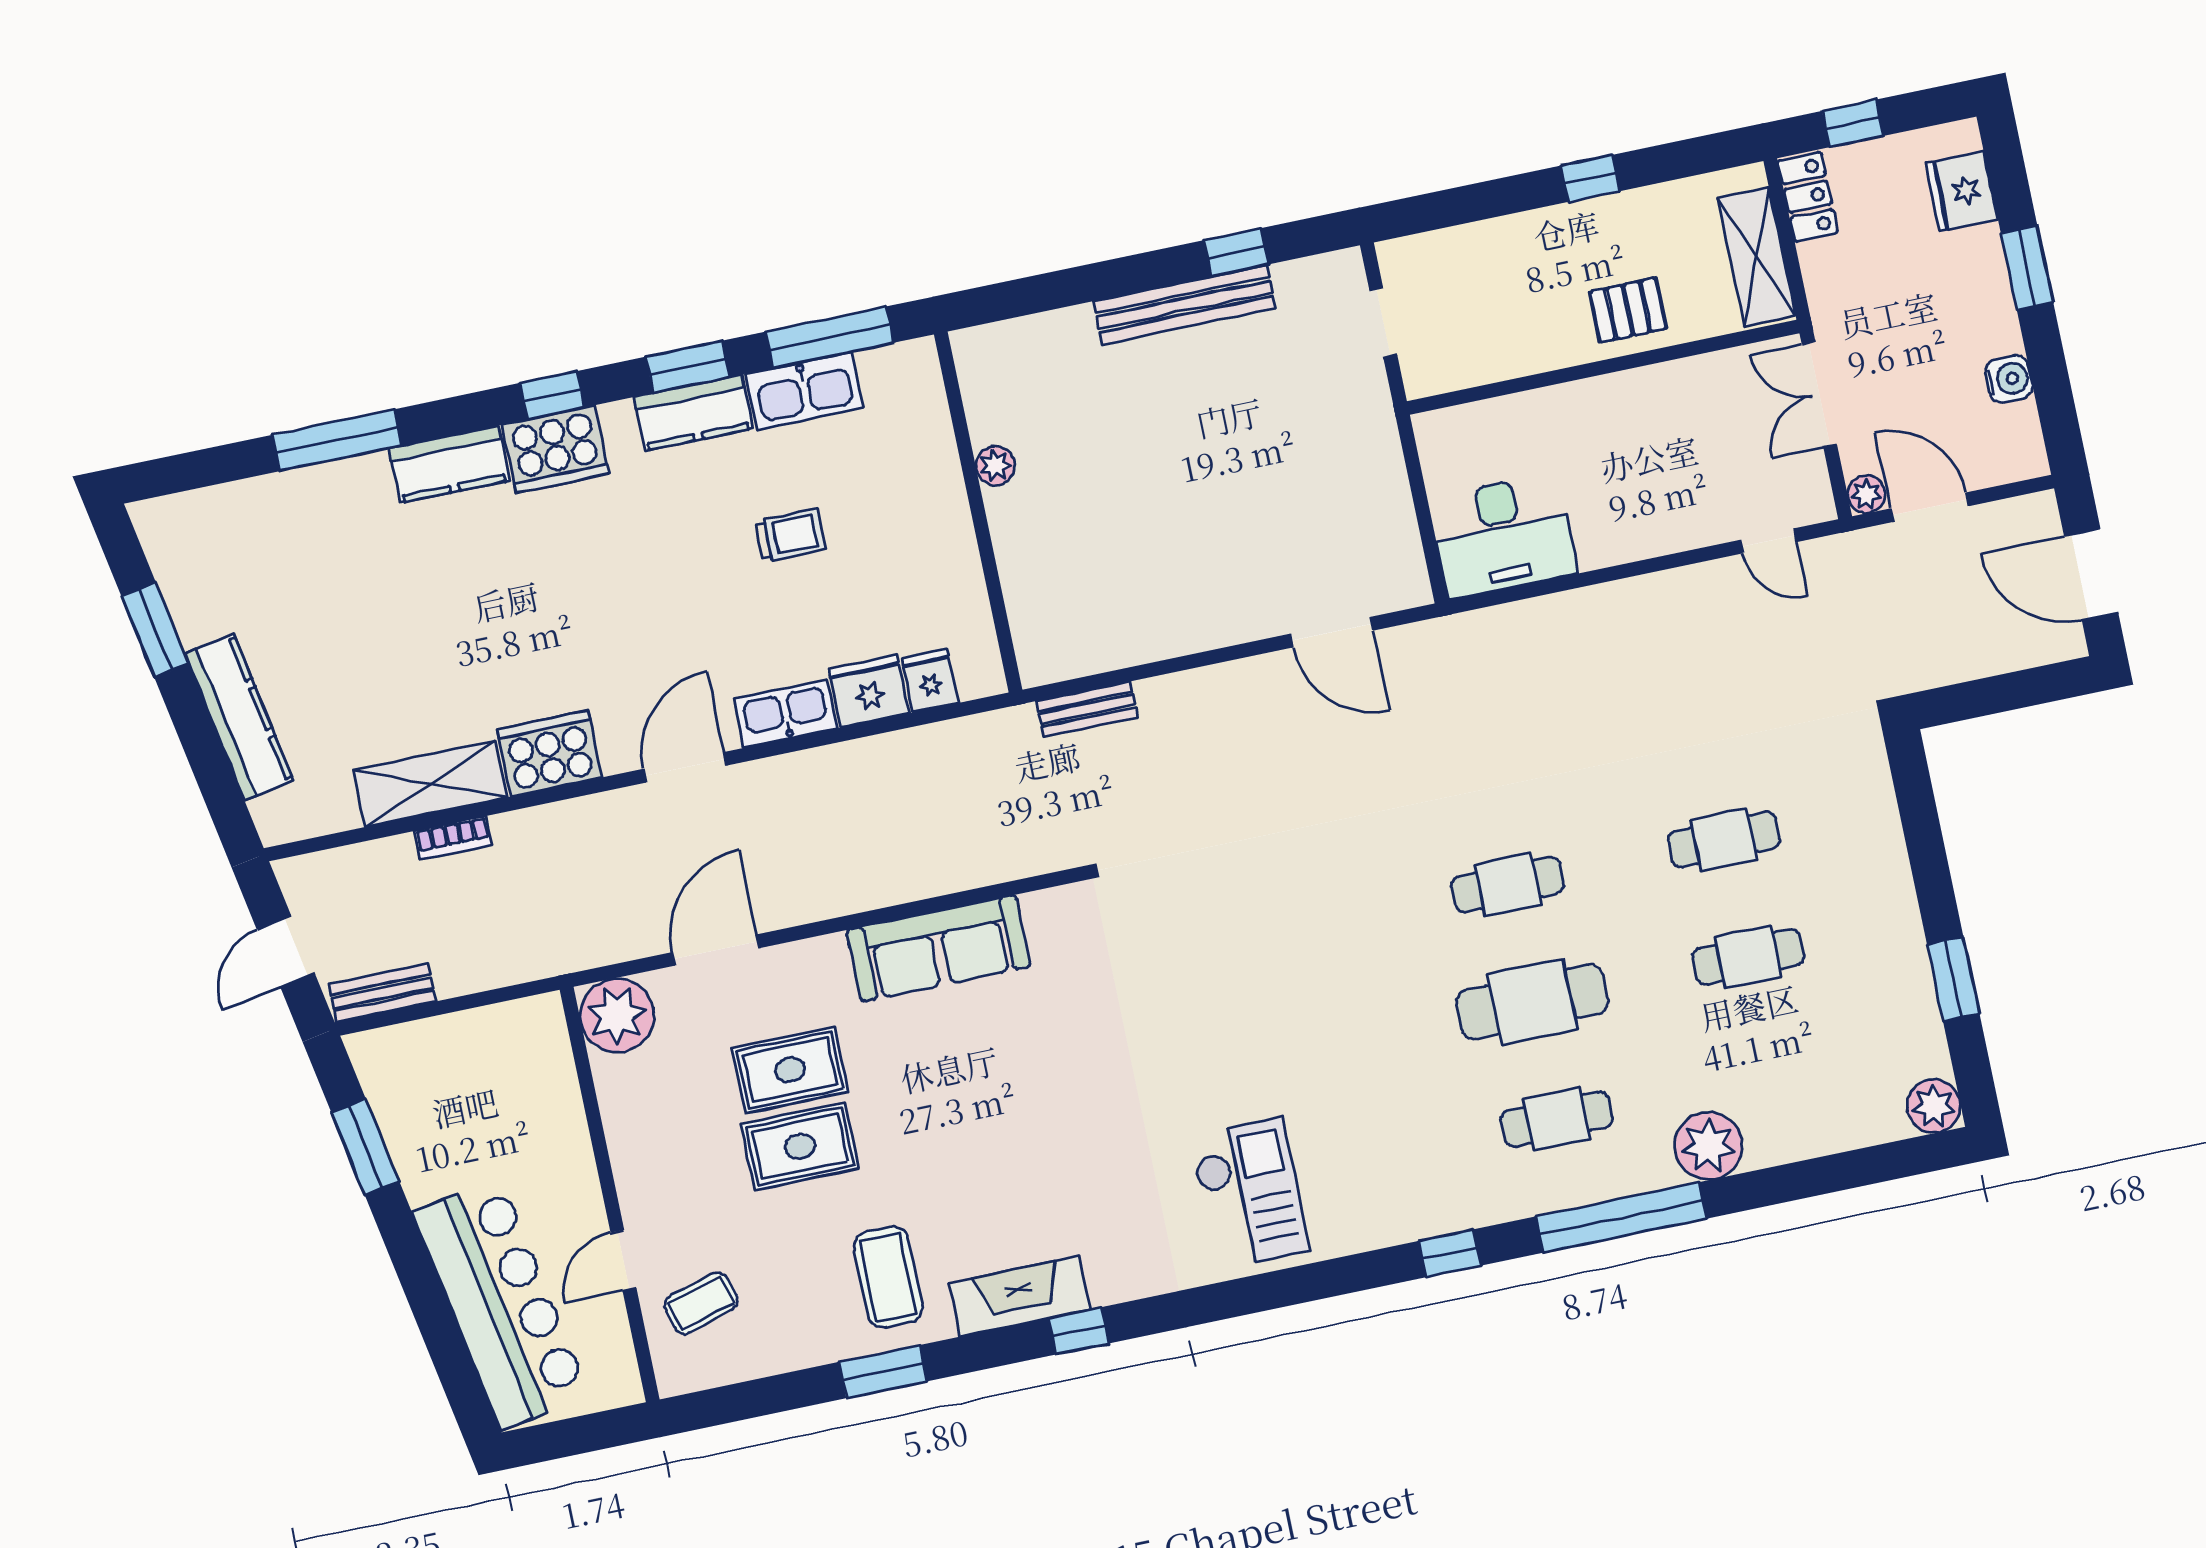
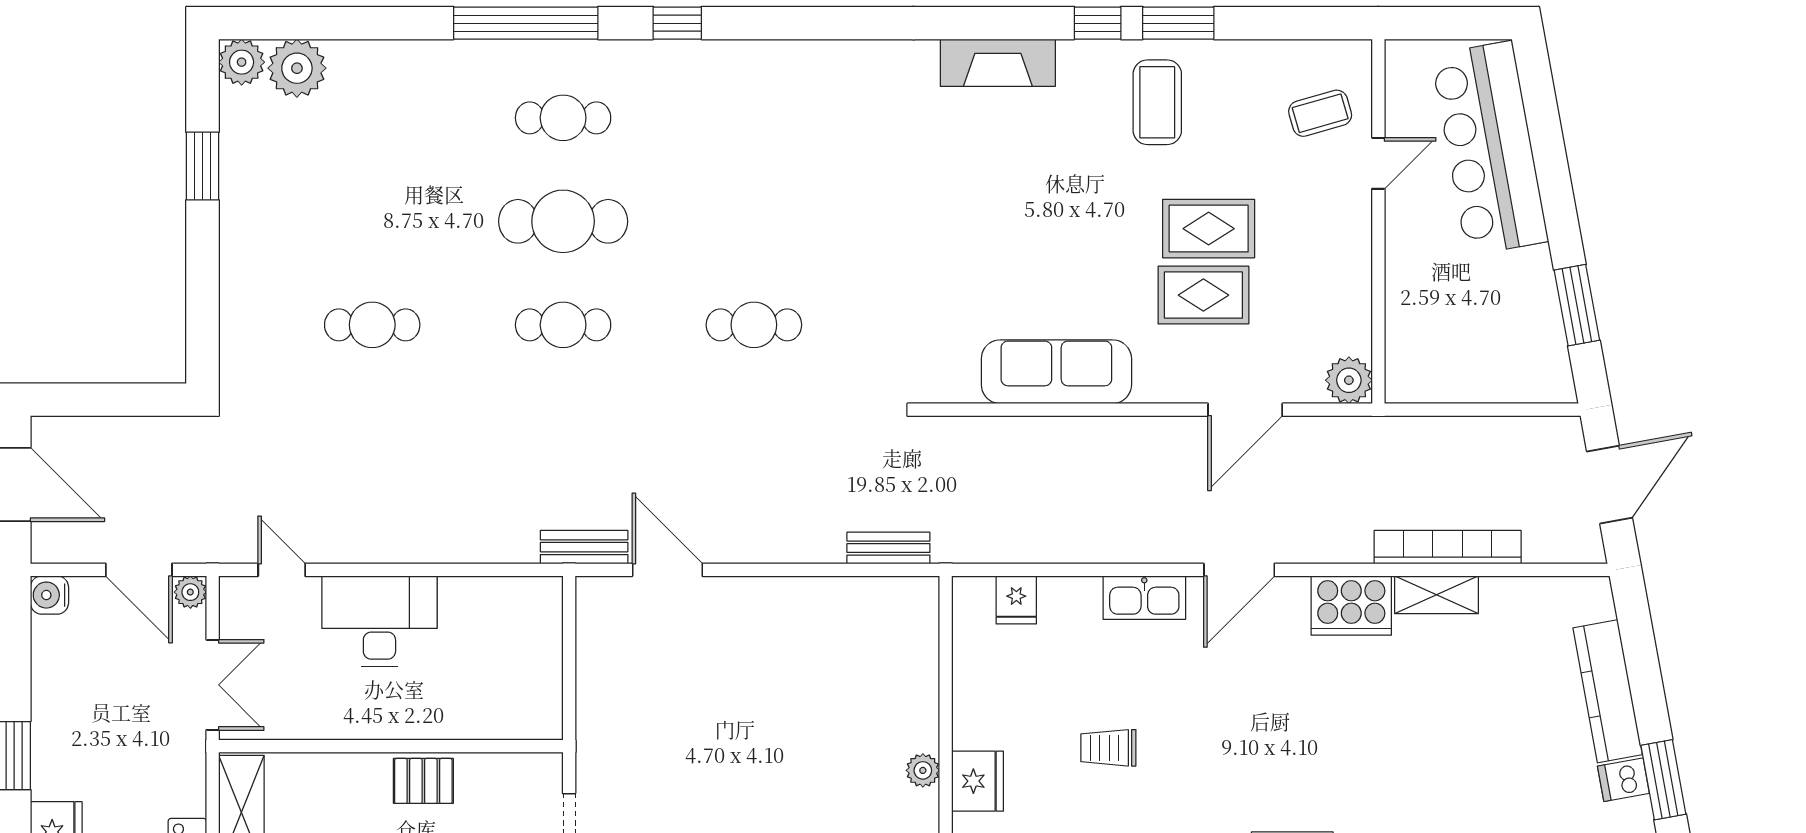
pallet: (1628, 310) -> (423, 781), moved
water cooler: (2009, 379) -> (49, 595), moved
desk: (1503, 536) -> (379, 621), moved
dishwasher: (200, 621) -> (1623, 780), added
fridge: (869, 691) -> (978, 781), moved, turned -90
shelving: (430, 784) -> (1437, 595), width x0.67, depth x0.75
bookcase: (453, 838) -> (1448, 547), width x2.31, depth x1.31
door: (286, 951) -> (1610, 485), width x1.38
cafe table: (1748, 957) -> (754, 325), moved
bench: (382, 993) -> (584, 547), moved
plant: (617, 1015) -> (1349, 380), width x0.73, depth x0.73
plant: (1708, 1146) -> (297, 68), moved
checkout: (1249, 1193) -> (836, 109), removed
fireplace: (1019, 1296) -> (998, 63), moved
window: (1079, 1331) -> (1098, 23), moved

